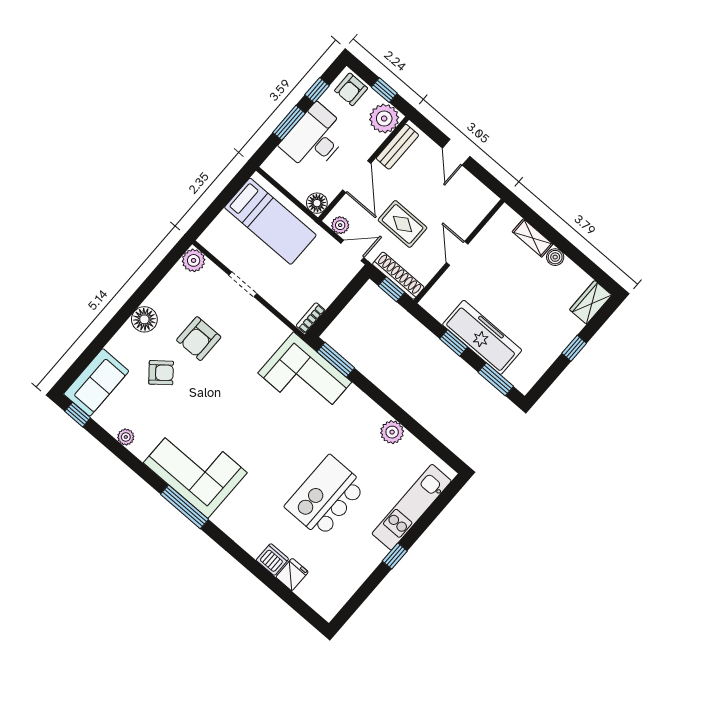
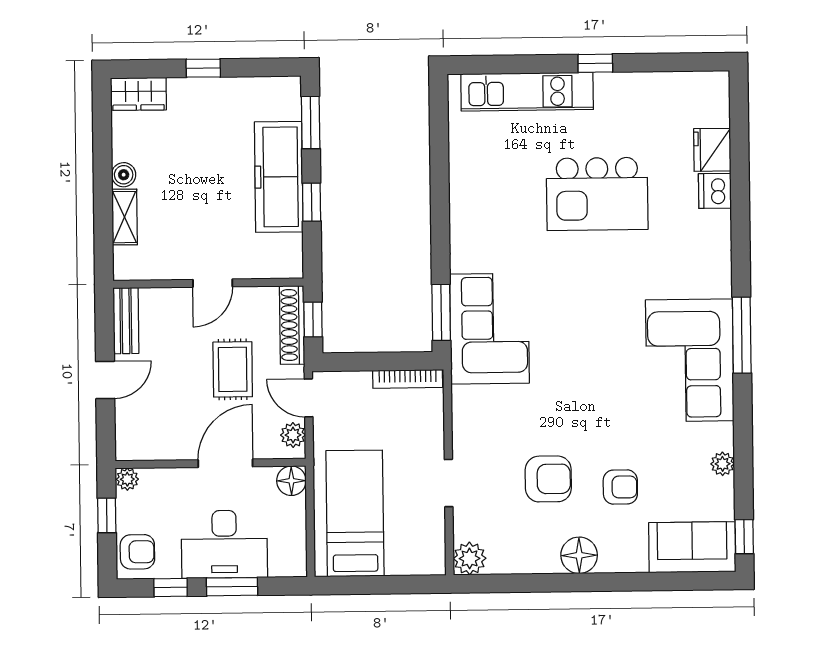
plant: (384, 119) -> (127, 479), width x0.53, depth x0.53
bench: (397, 147) -> (126, 321), moved, turned 90
bookcase: (311, 318) -> (408, 379), width x1.56
armchair: (161, 373) -> (620, 487), turned 129
plant: (392, 432) -> (465, 184), removed
fridge: (292, 575) -> (712, 150), width x1.38

